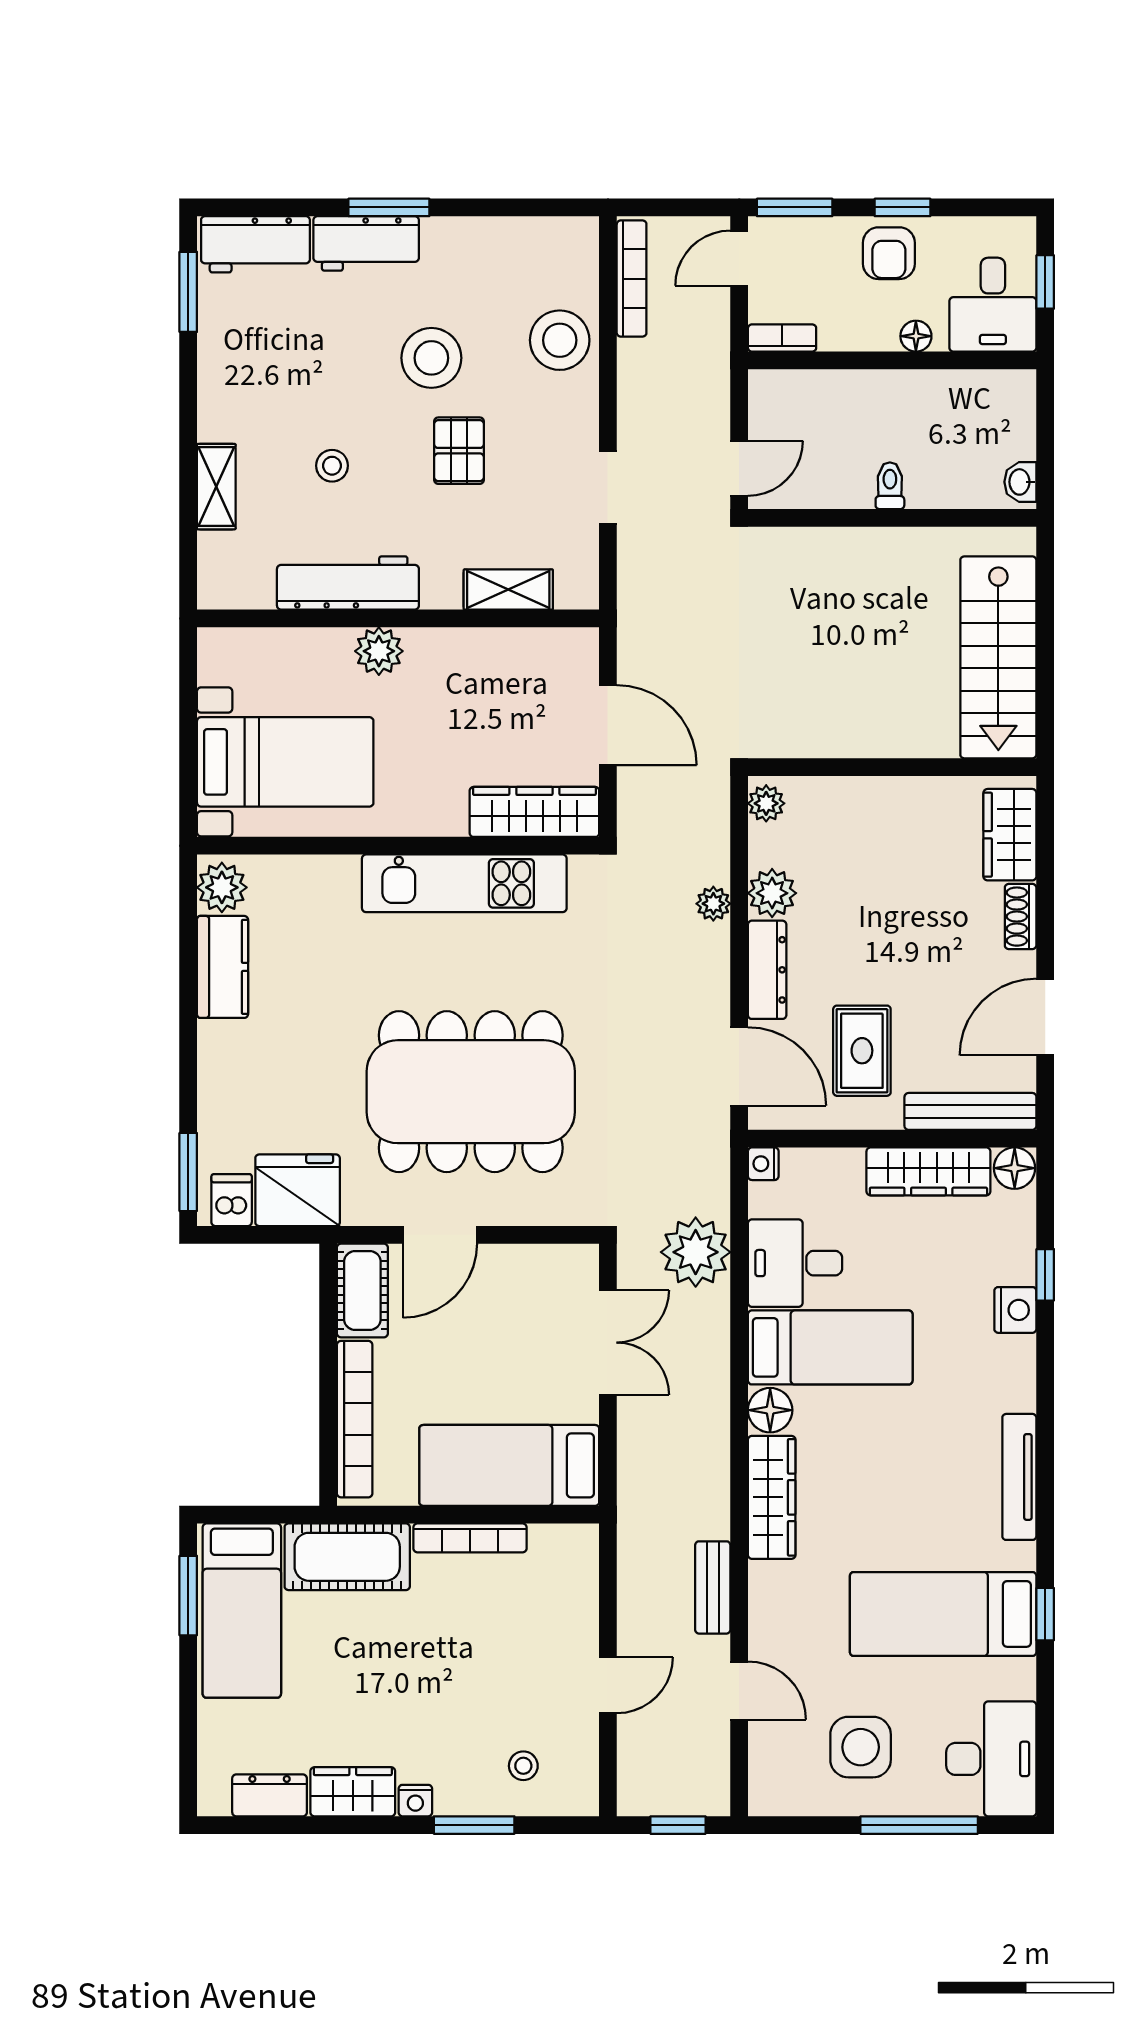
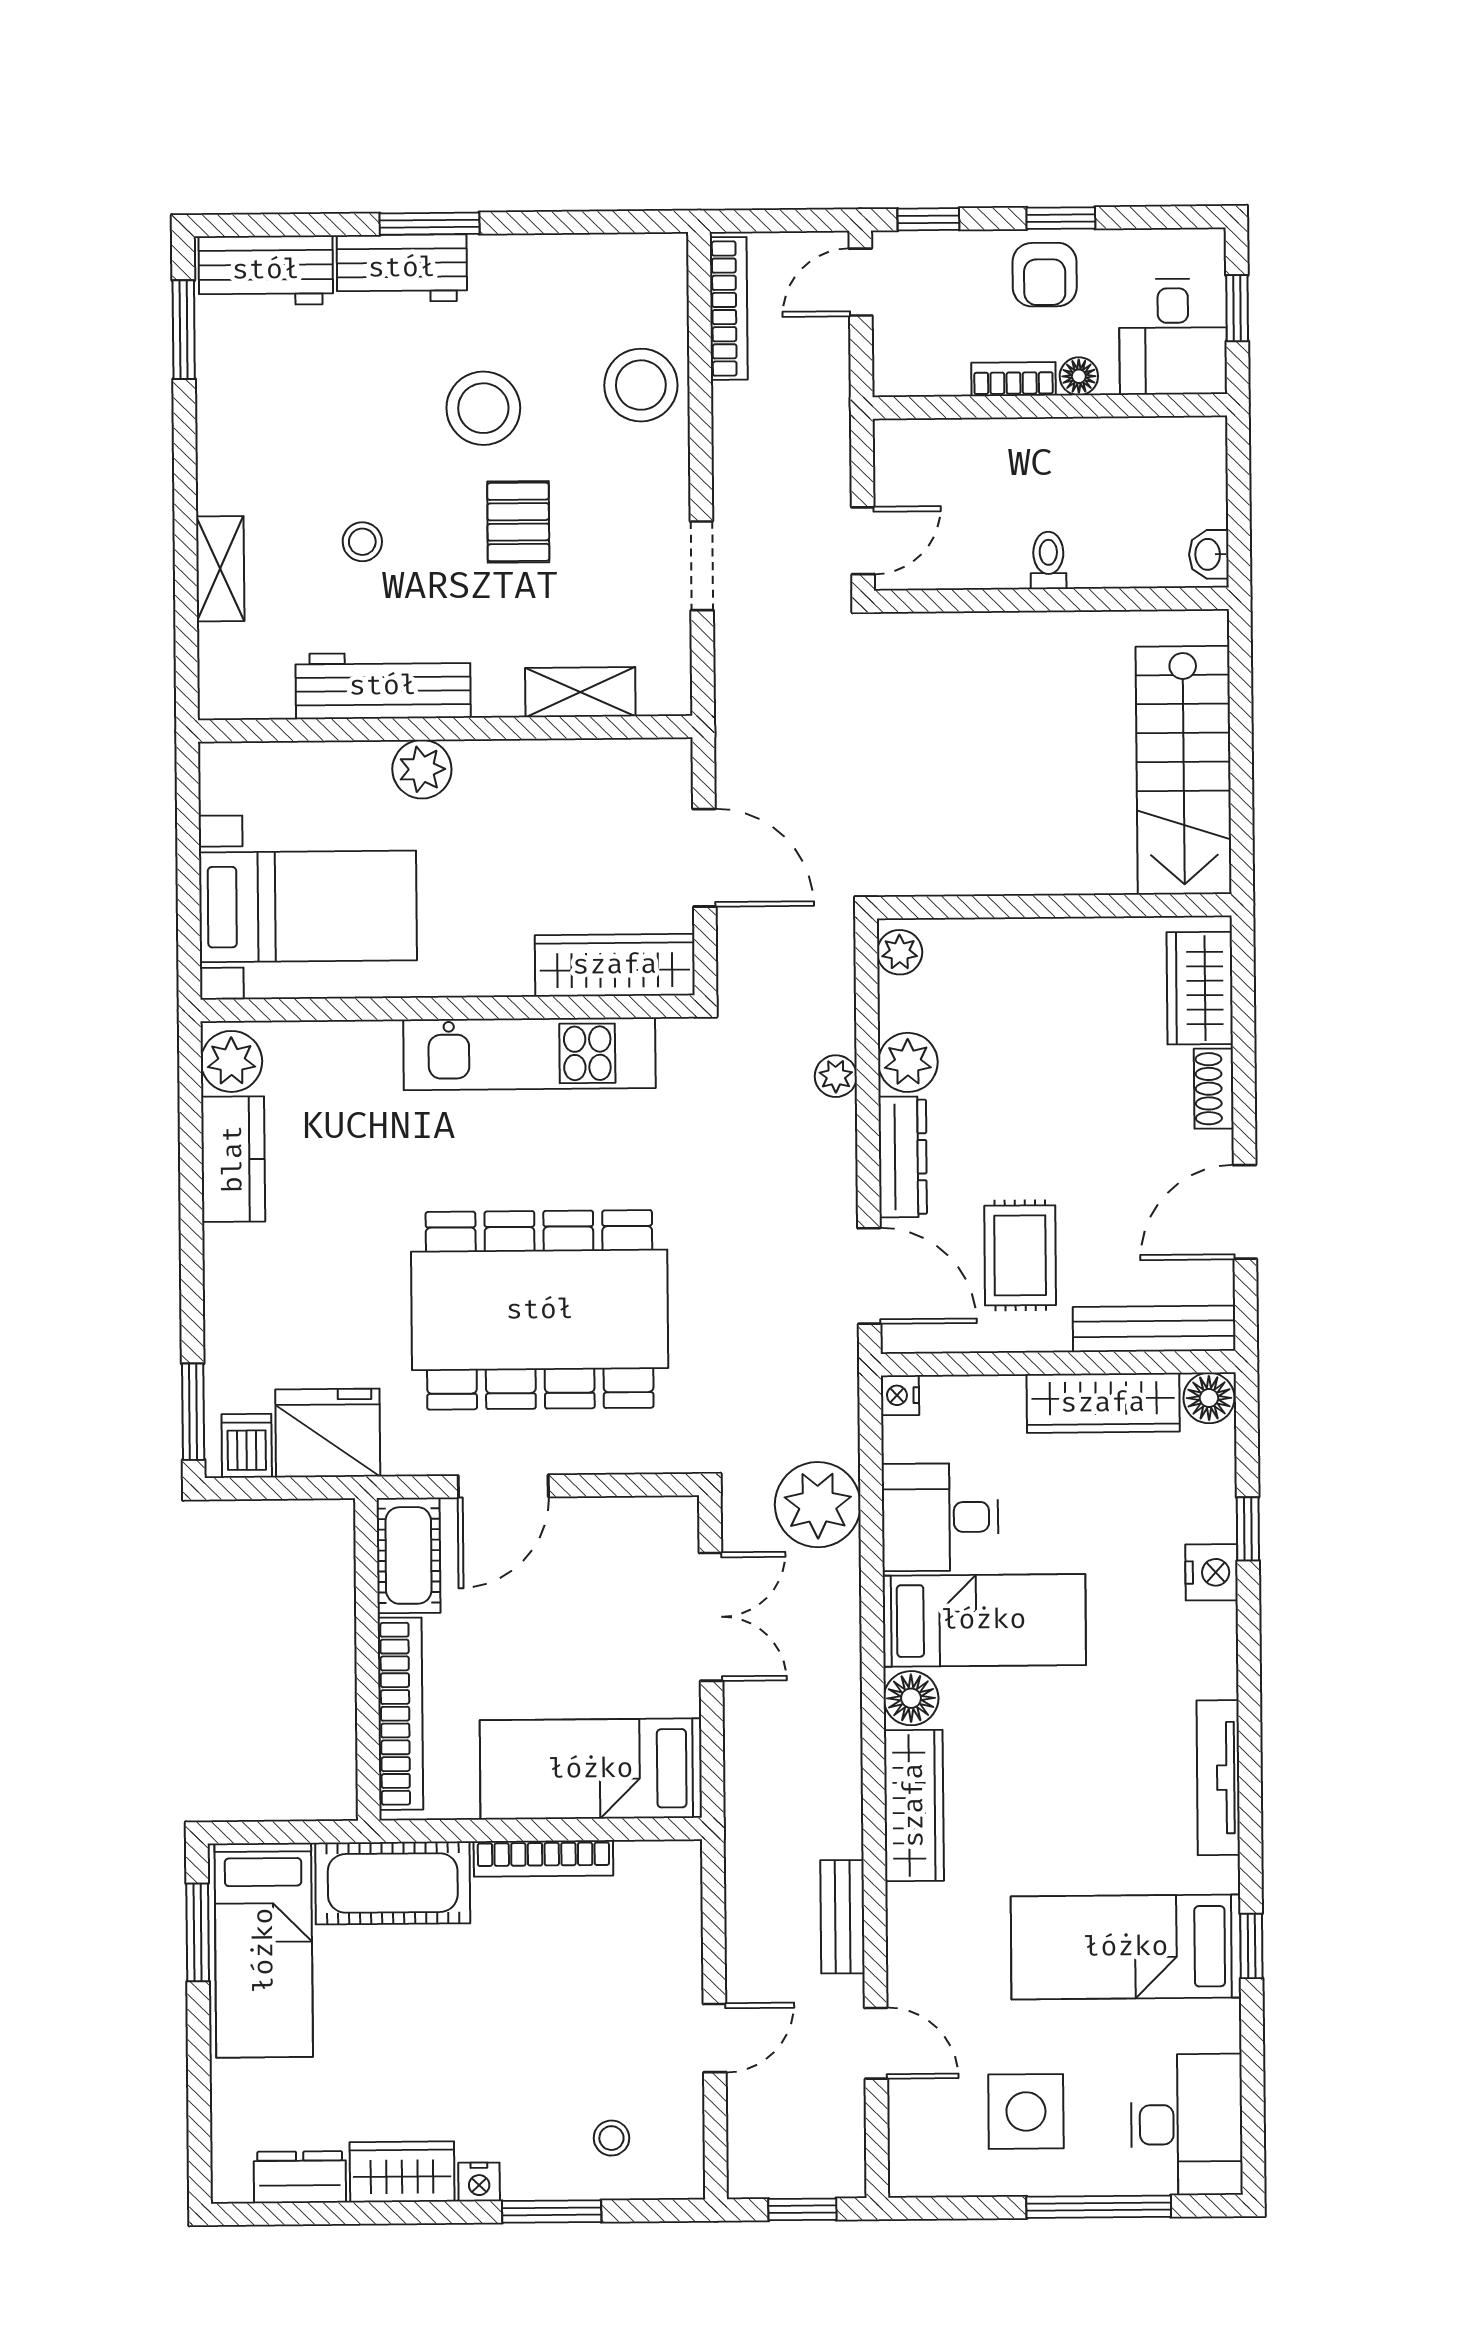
window: (795, 207) -> (928, 219), width x0.67
bookcase: (782, 338) -> (1013, 379), moved

